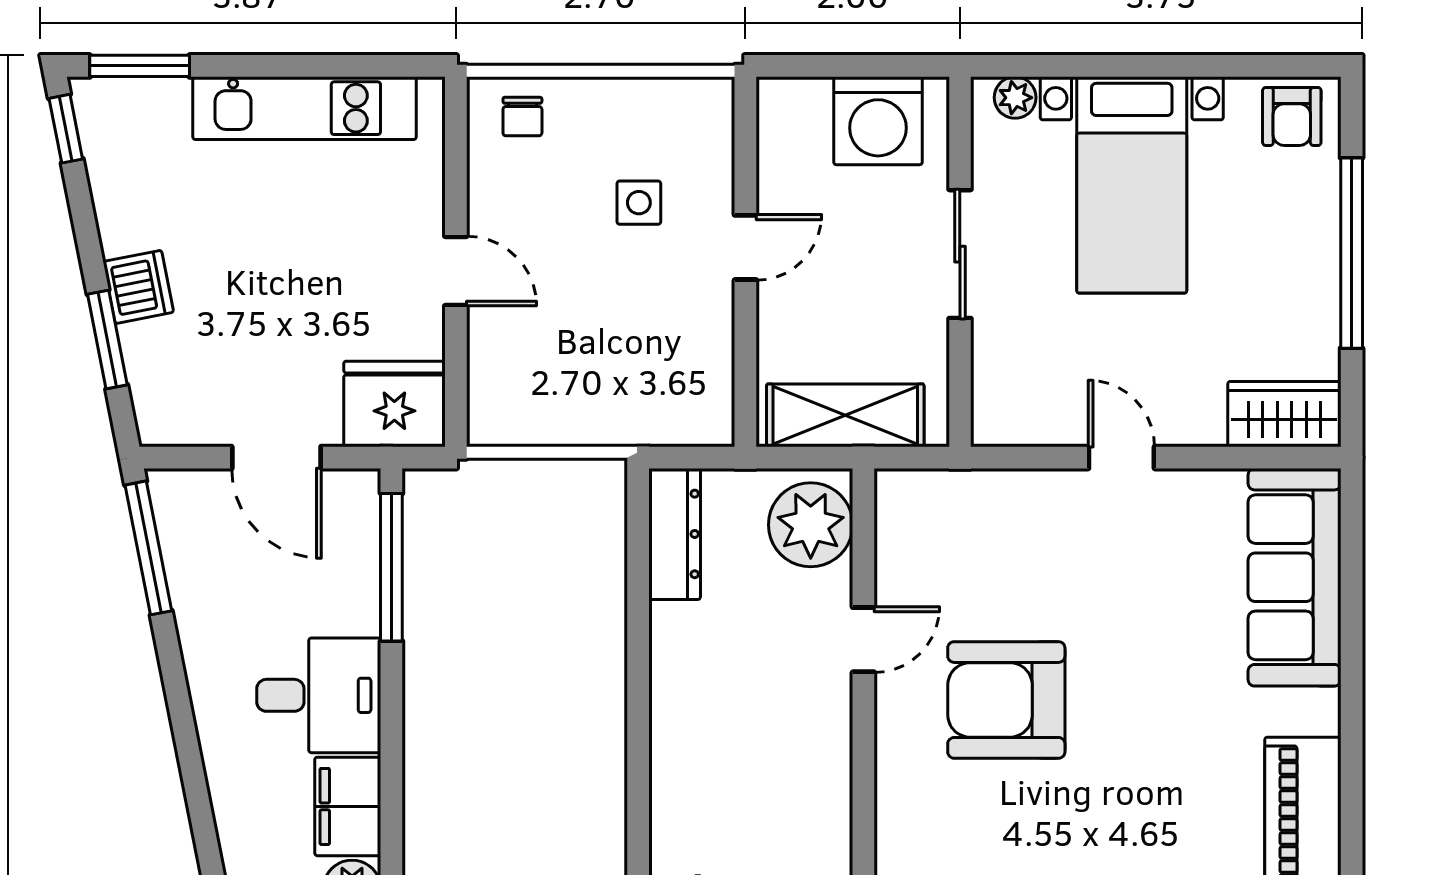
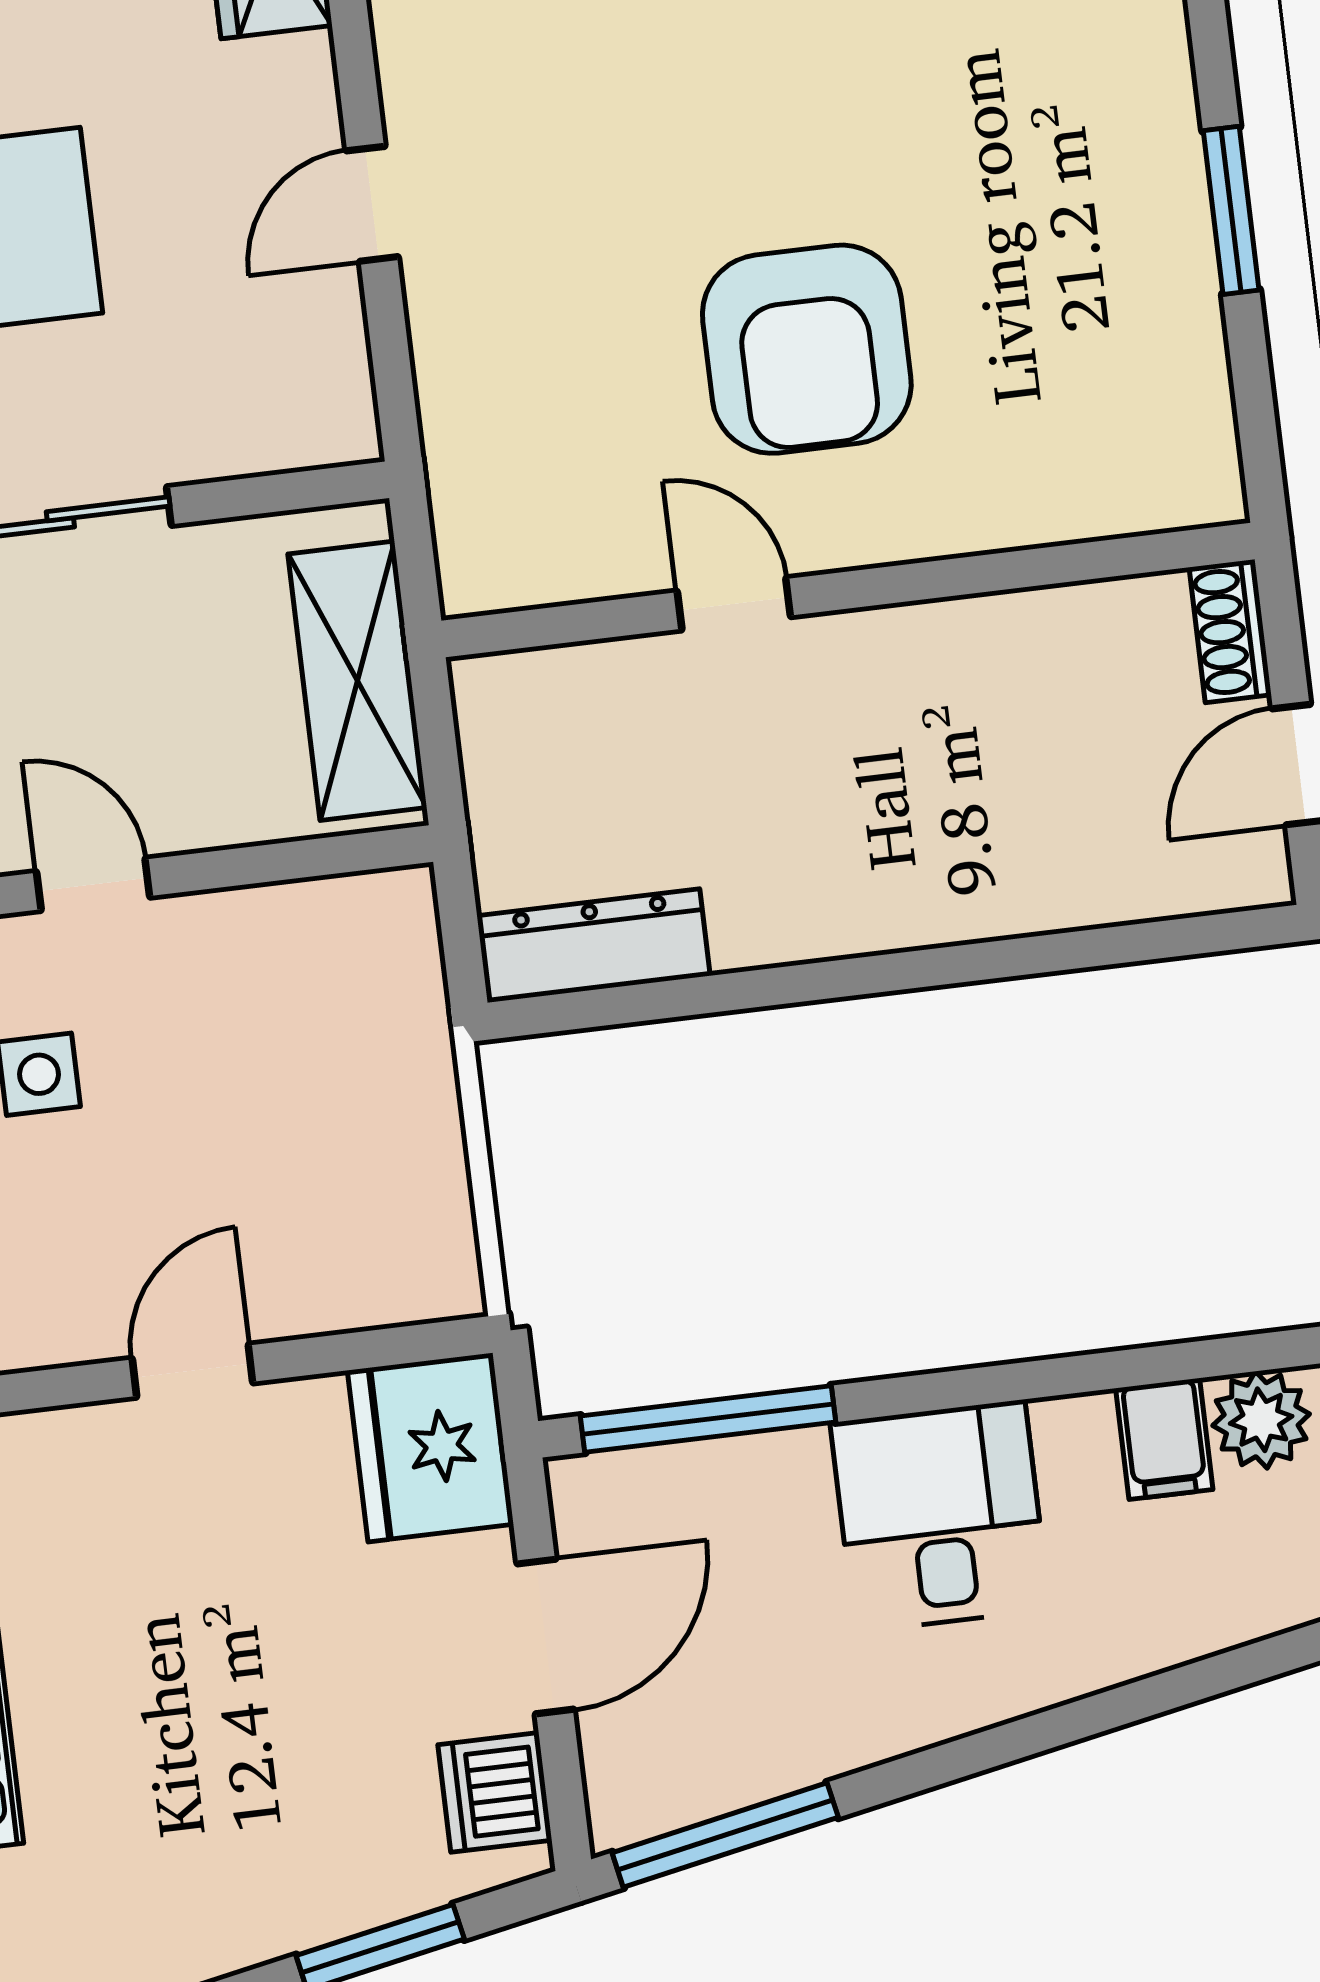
dishwasher: (138, 287) -> (495, 1792), moved, turned -79
plant: (811, 525) -> (550, 717), removed
filing cabinet: (348, 806) -> (1164, 1439), width x0.50

